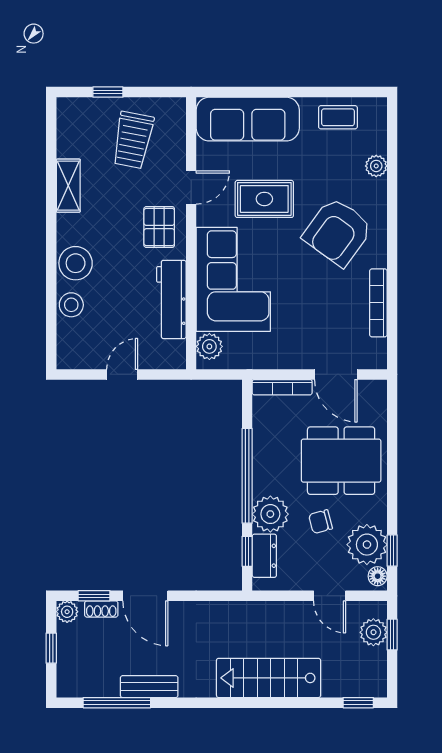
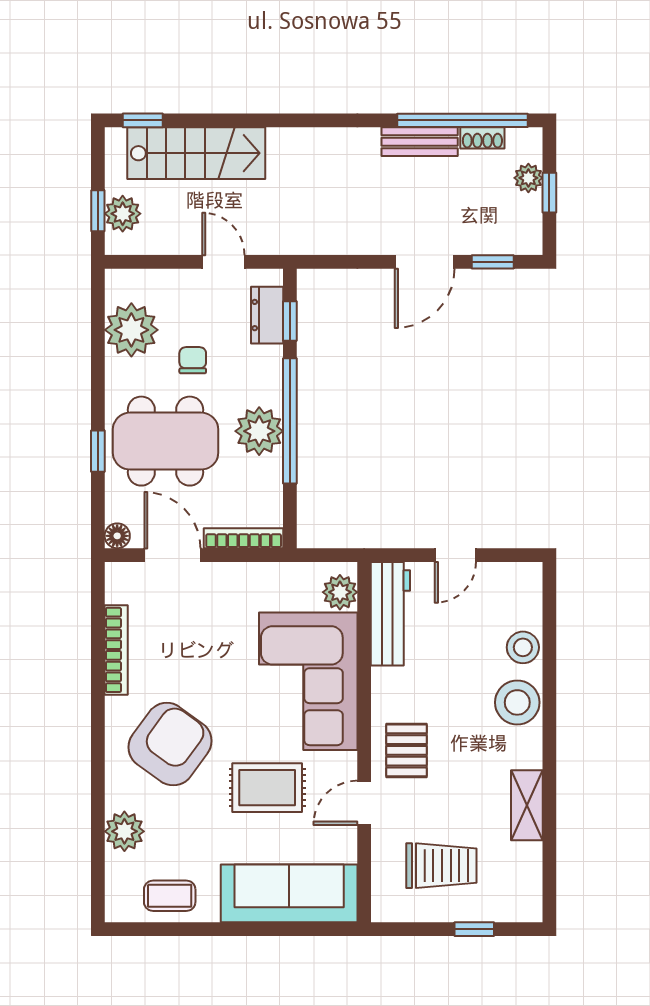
trolley: (133, 140) -> (441, 866), turned 79
plant: (376, 166) -> (124, 831), width x1.38, depth x1.38
workbench: (171, 299) -> (390, 614), moved
plant: (270, 514) -> (259, 431), moved
chair: (321, 522) -> (193, 360), turned -75
window: (392, 551) -> (98, 451), moved
floor lamp: (378, 576) -> (117, 536), moved
door: (145, 596) -> (425, 262), swing flipped
door: (330, 596) -> (223, 262), moved
shoe rack: (101, 609) -> (482, 138), moved, turned 180
plant: (67, 612) -> (528, 178), moved
stairs: (269, 678) -> (196, 153), moved
window: (117, 703) -> (462, 120), width x1.46

